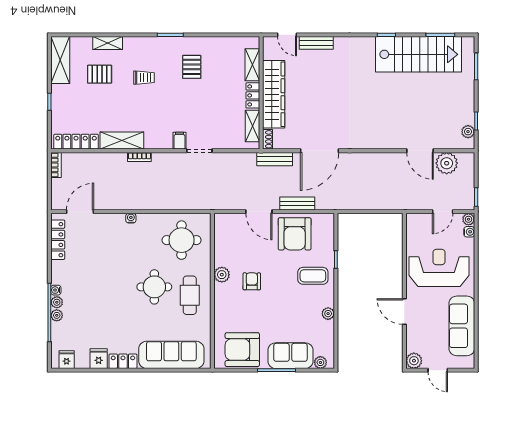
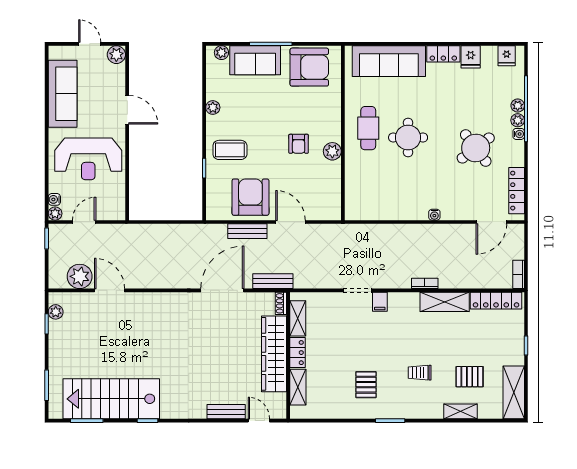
round table: (182, 240) -> (476, 148), moved, turned -37

